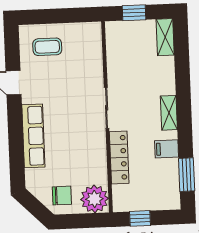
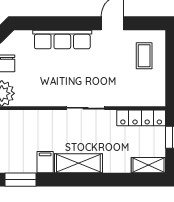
shelving: (169, 113) -> (78, 163), width x1.50, depth x1.33
locker: (119, 157) -> (141, 118), moved

